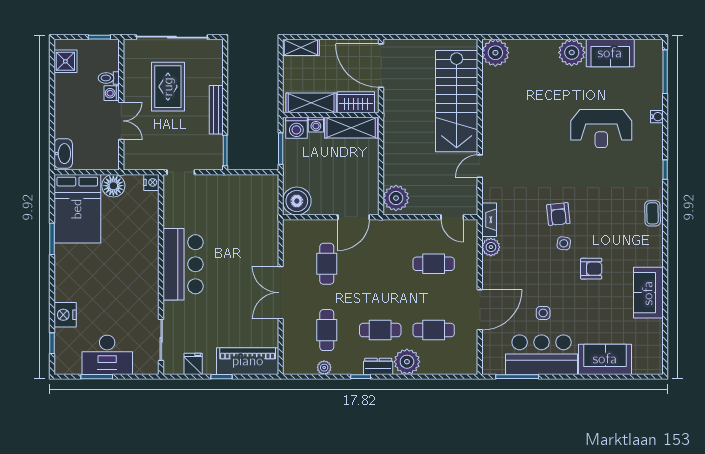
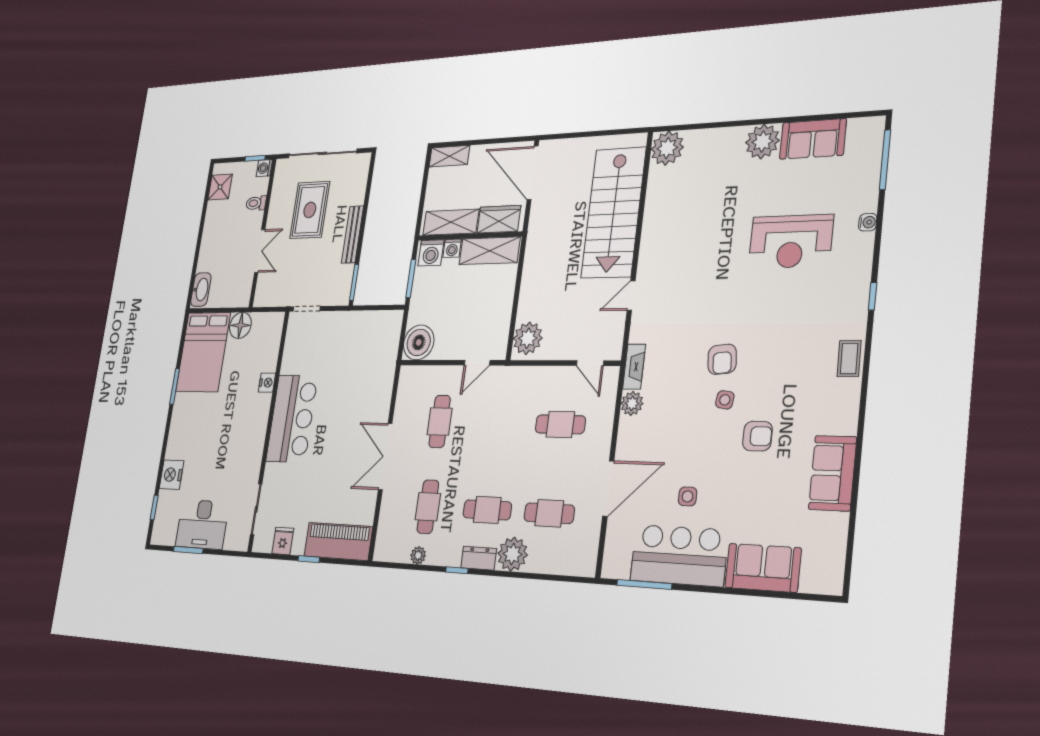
washing machine: (112, 93) -> (264, 168), moved
nightstand: (151, 182) -> (267, 383), moved
door: (354, 217) -> (477, 363), width x0.73

